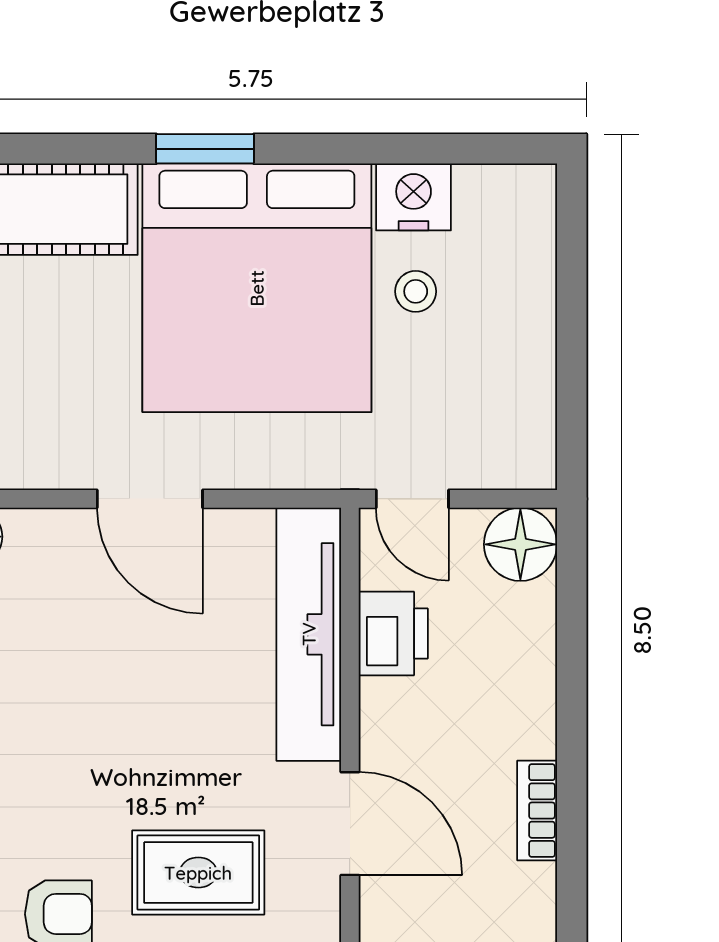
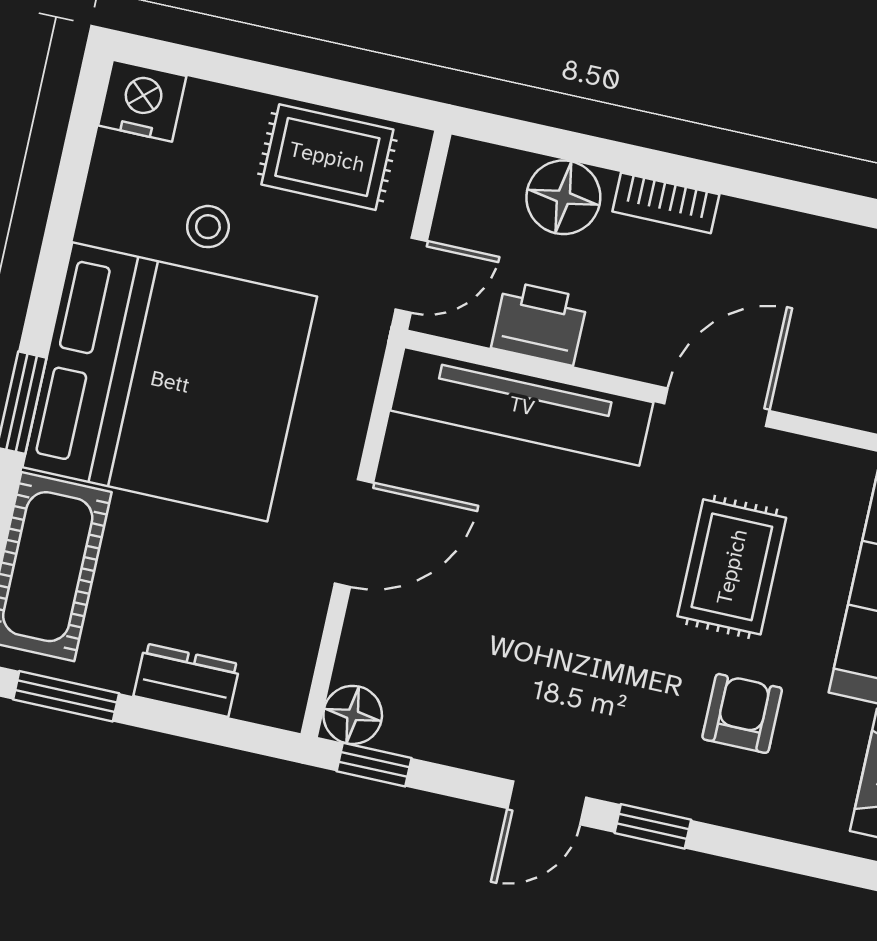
nightstand: (414, 197) -> (142, 101), moved, turned 90
rug: (509, 392) -> (327, 157), added
floor lamp: (520, 544) -> (563, 197), moved
bookcase: (537, 811) -> (666, 203), moved

